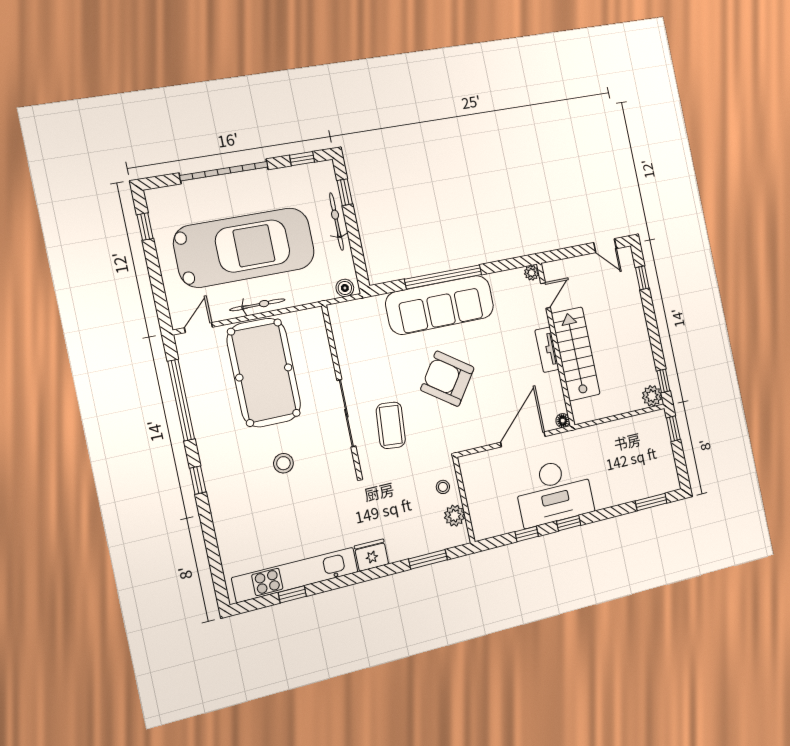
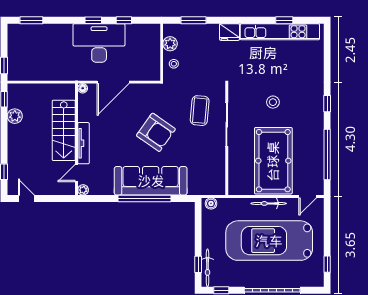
bicycle: (336, 222) -> (208, 268), moved
tv unit: (547, 350) -> (83, 143), width x1.41
plant: (652, 396) -> (15, 116), moved

